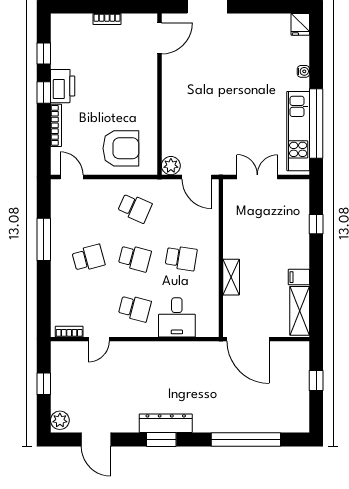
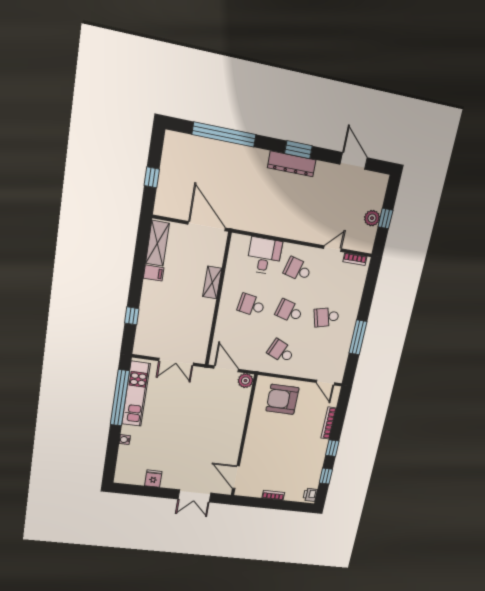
fridge: (300, 24) -> (153, 479), moved
door: (159, 38) -> (236, 477), hinge flipped
printer: (63, 86) -> (310, 495), moved, width x0.53, depth x0.68
plant: (60, 420) -> (372, 218), moved

